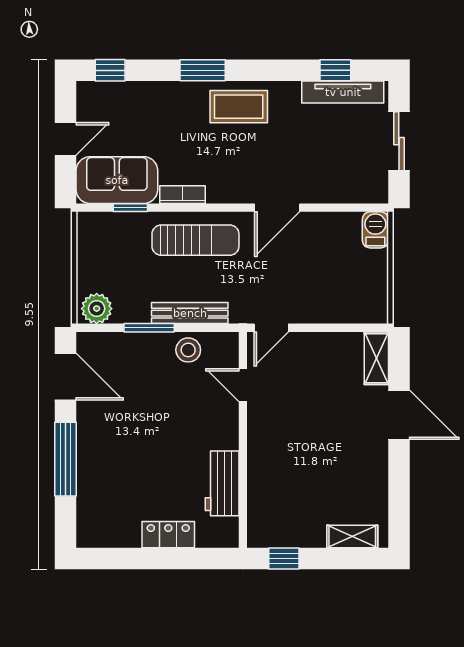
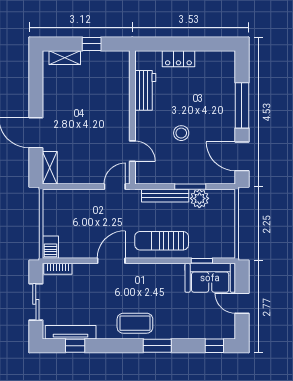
door: (65, 139) -> (242, 303), hinge flipped
bookcase: (182, 195) -> (58, 269), moved
plant: (97, 309) -> (199, 198), moved
stool: (188, 350) -> (181, 133), moved
window: (284, 559) -> (92, 44), moved

